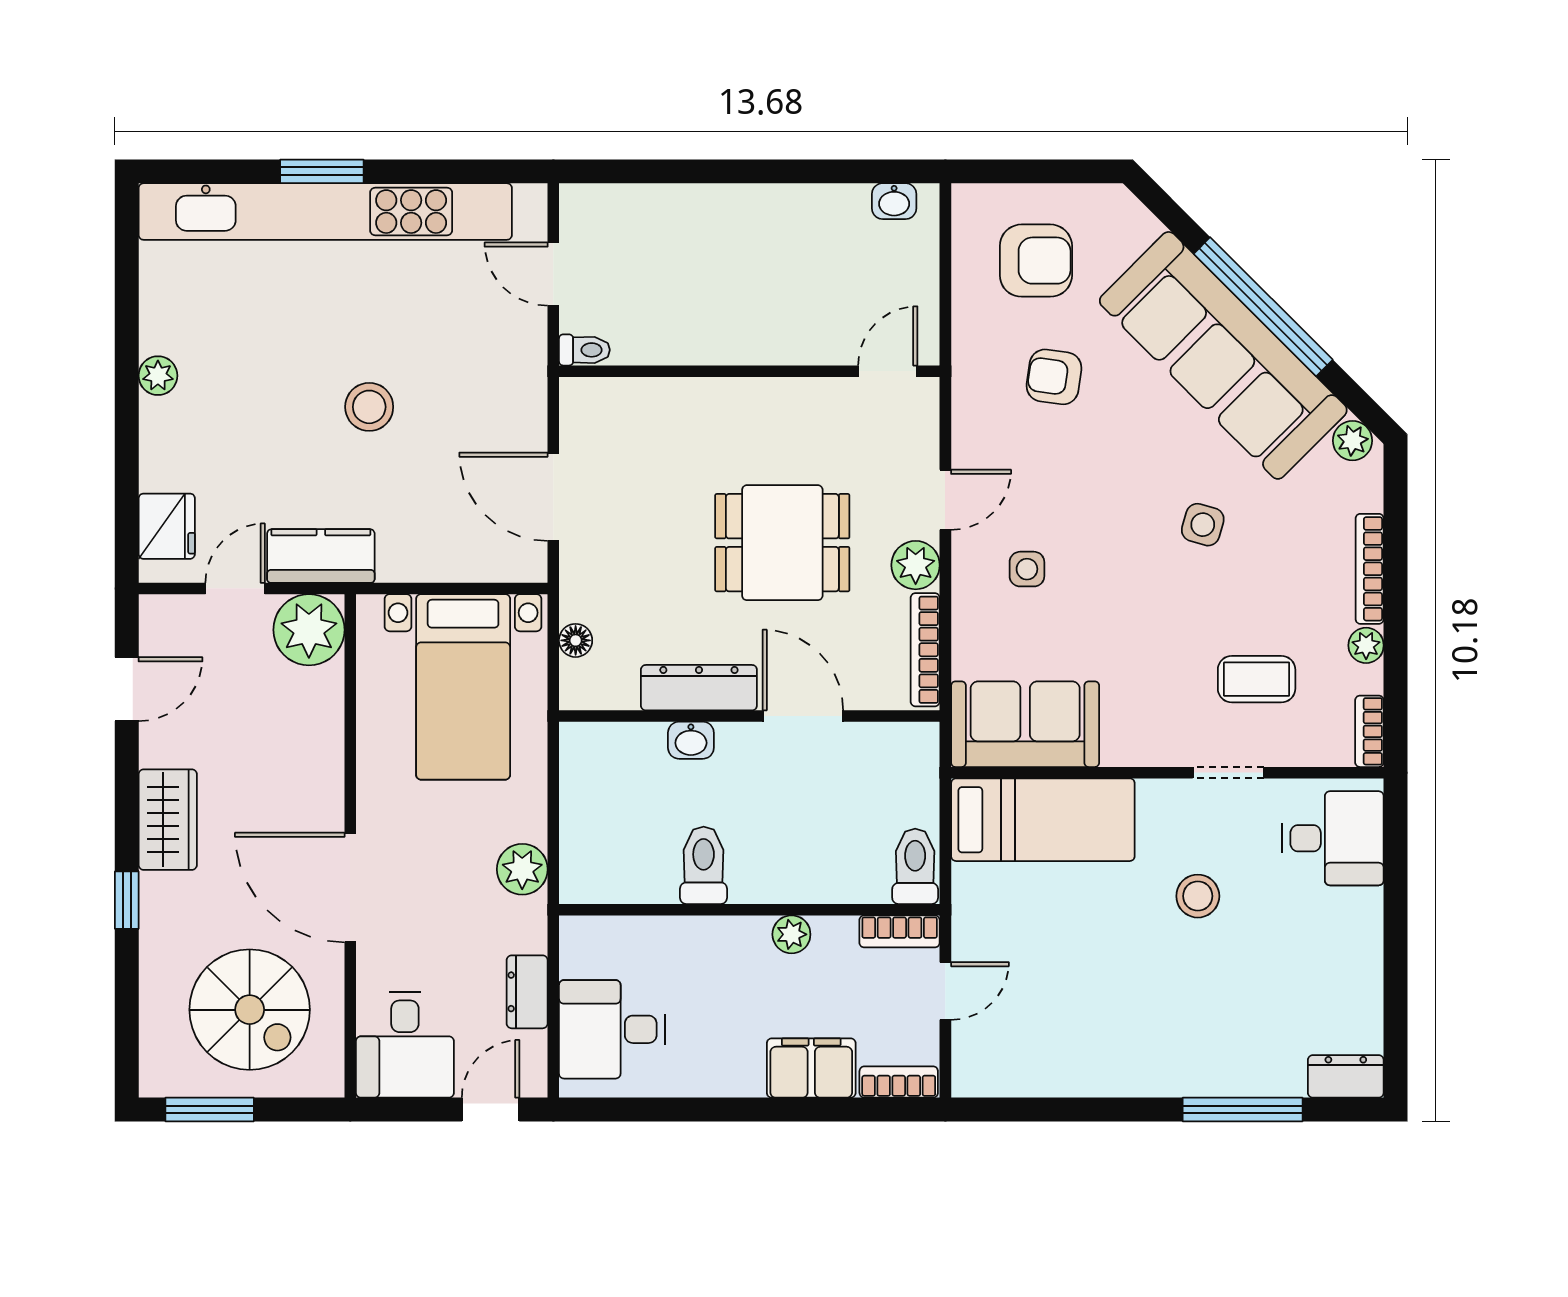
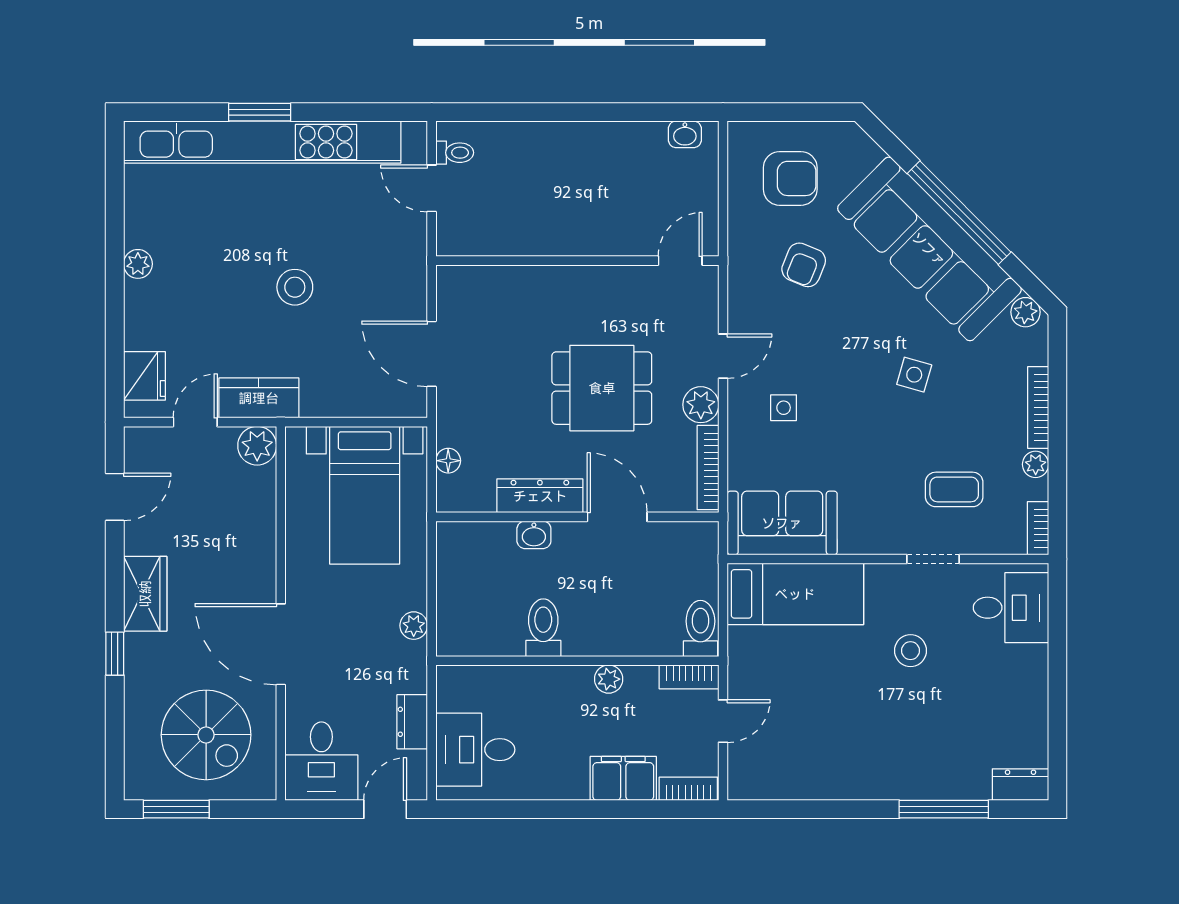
toilet: (584, 350) -> (455, 153), moved
armchair: (1054, 377) -> (804, 265), turned -76
plant: (309, 630) -> (257, 446), width x0.73, depth x0.73
plant: (522, 869) -> (414, 626), width x0.73, depth x0.73

